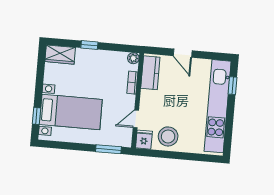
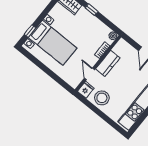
kitchen counter: (150, 73) -> (108, 63), moved
door: (136, 119) -> (89, 74), hinge flipped
window: (108, 149) -> (60, 81), removed

